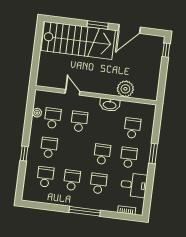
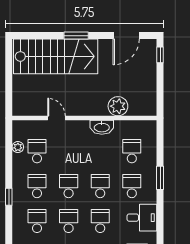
door: (129, 29) -> (126, 36), moved
school desk: (79, 121) -> (69, 186), moved

